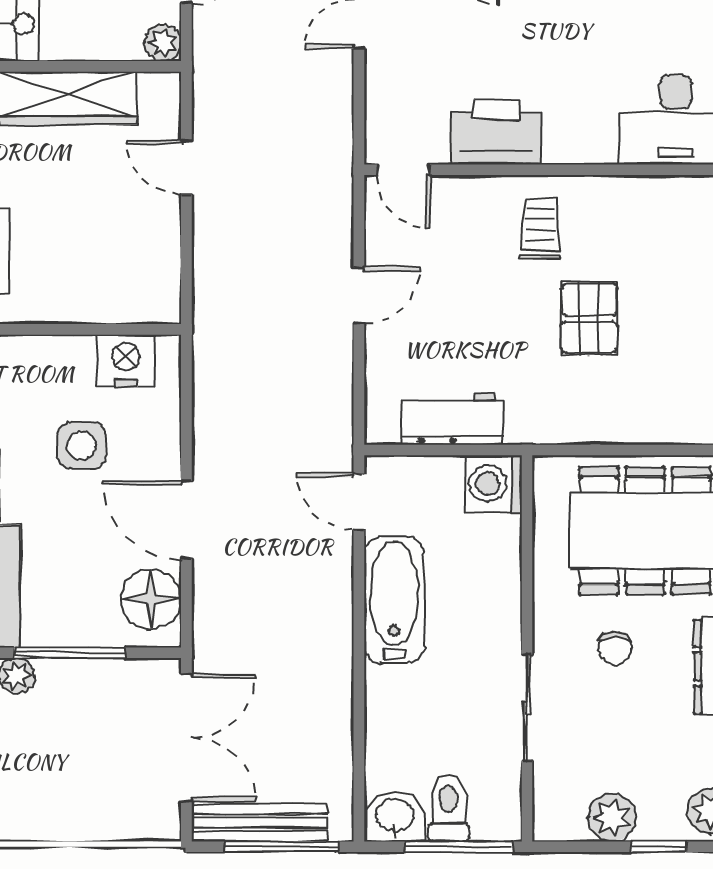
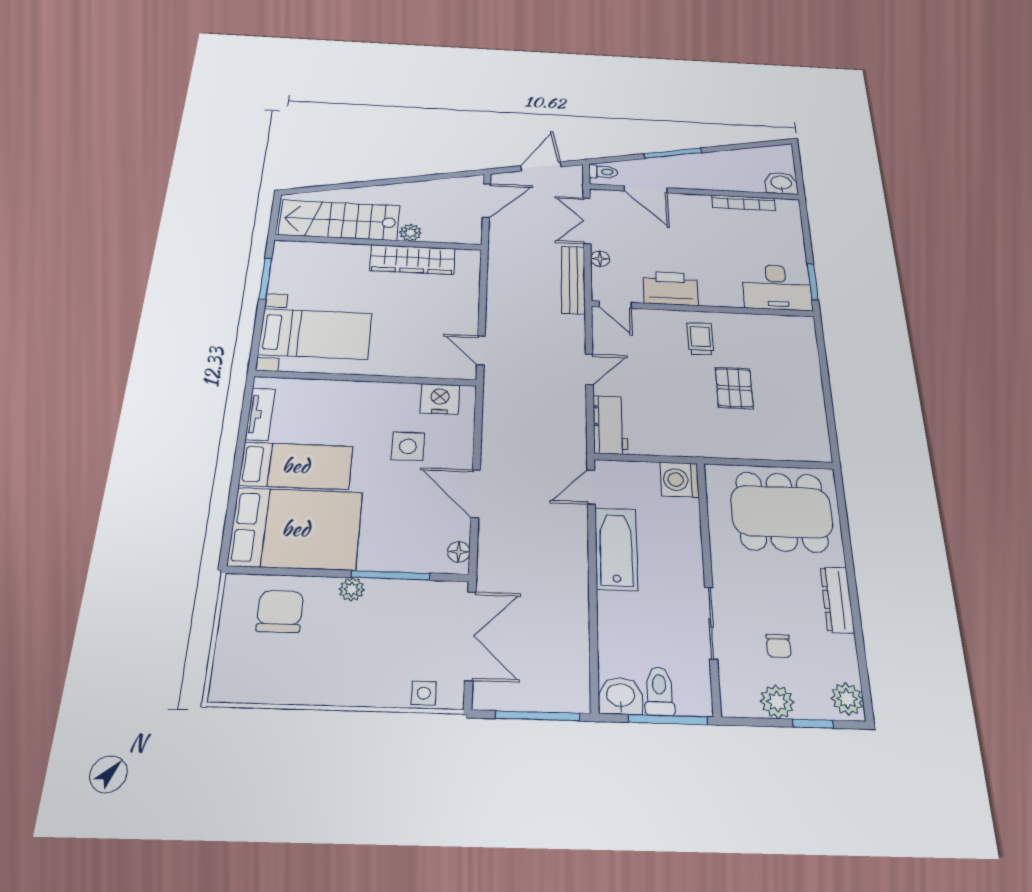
plant: (163, 43) -> (410, 233), moved
floor lamp: (380, 78) -> (600, 259), added
door: (186, 167) -> (481, 350), moved
workbench: (452, 419) -> (610, 425), moved, turned 90
door: (359, 502) -> (591, 487), hinge flipped
floor lamp: (151, 599) -> (459, 552), width x0.53, depth x0.53
chair: (615, 648) -> (779, 646), moved
side table: (126, 820) -> (424, 693), added
bench: (259, 823) -> (573, 280), moved, turned 90

